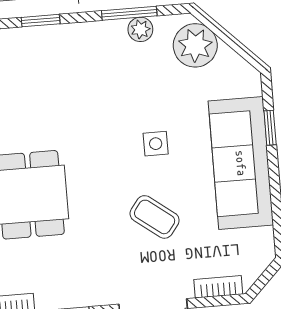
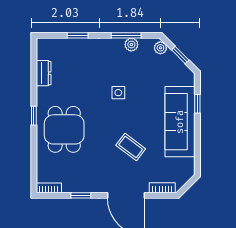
window: (231, 41) -> (180, 55), added
plant: (195, 45) -> (160, 48), width x0.53, depth x0.53
side table: (156, 144) -> (118, 93), moved

